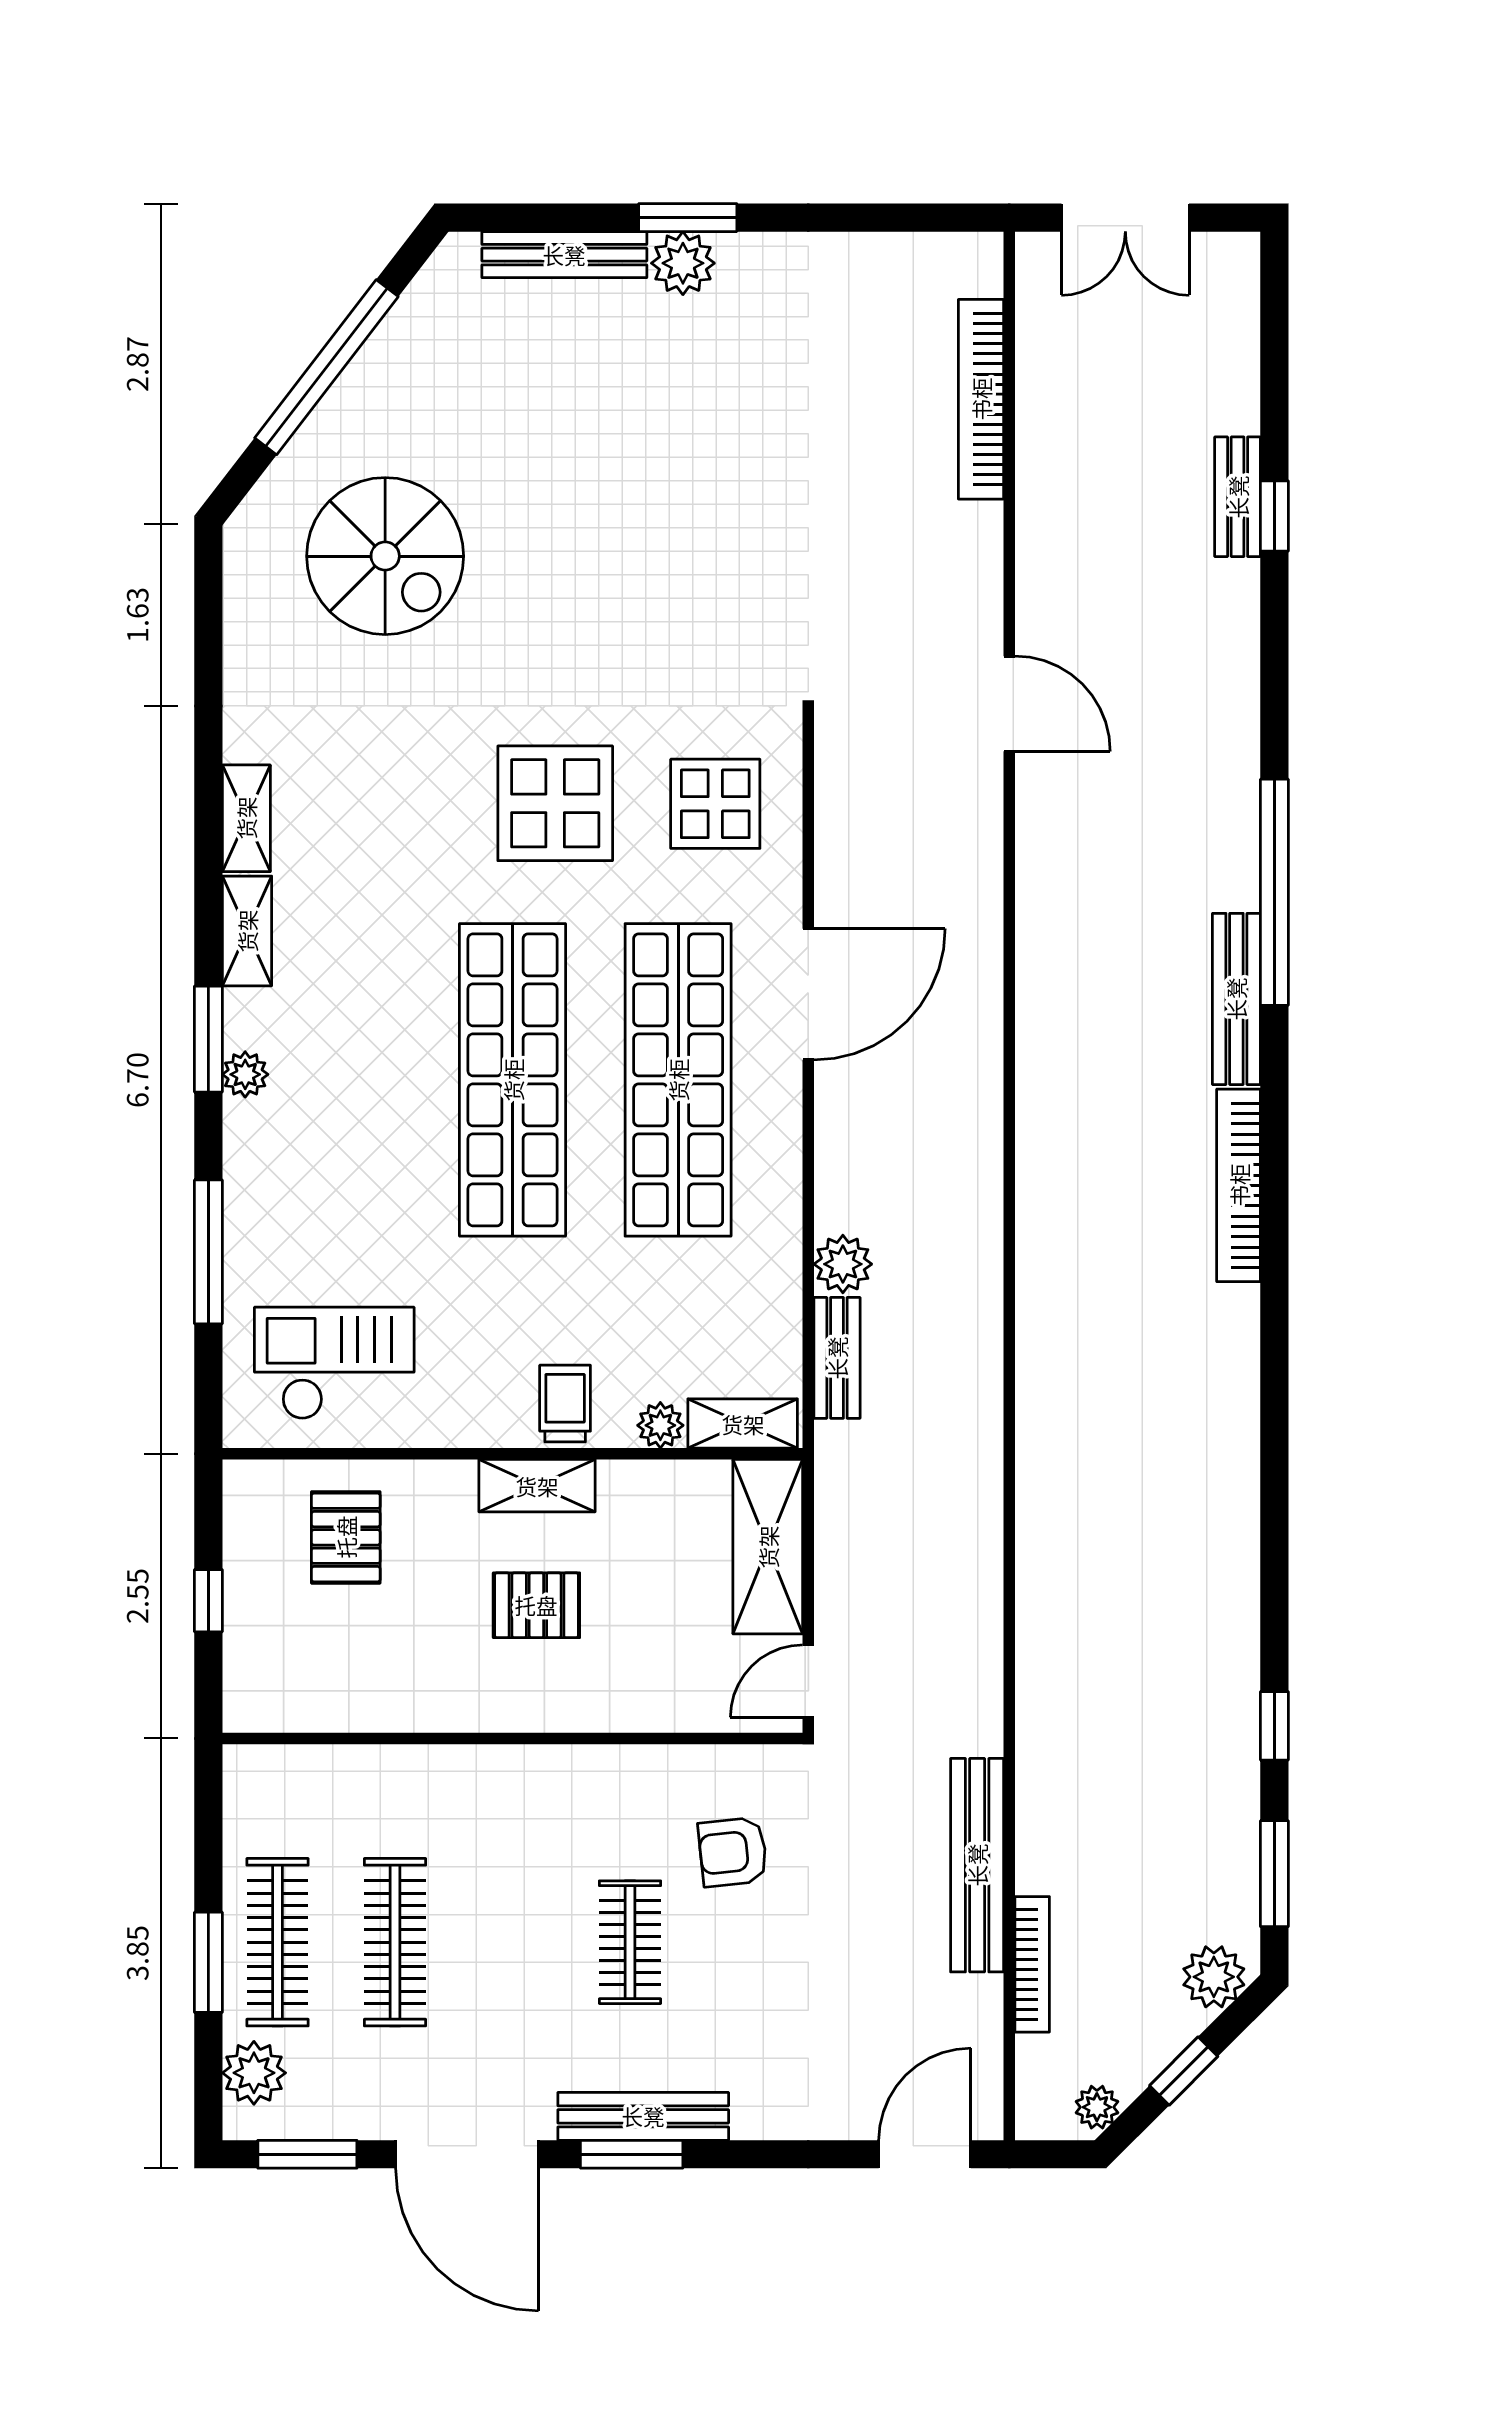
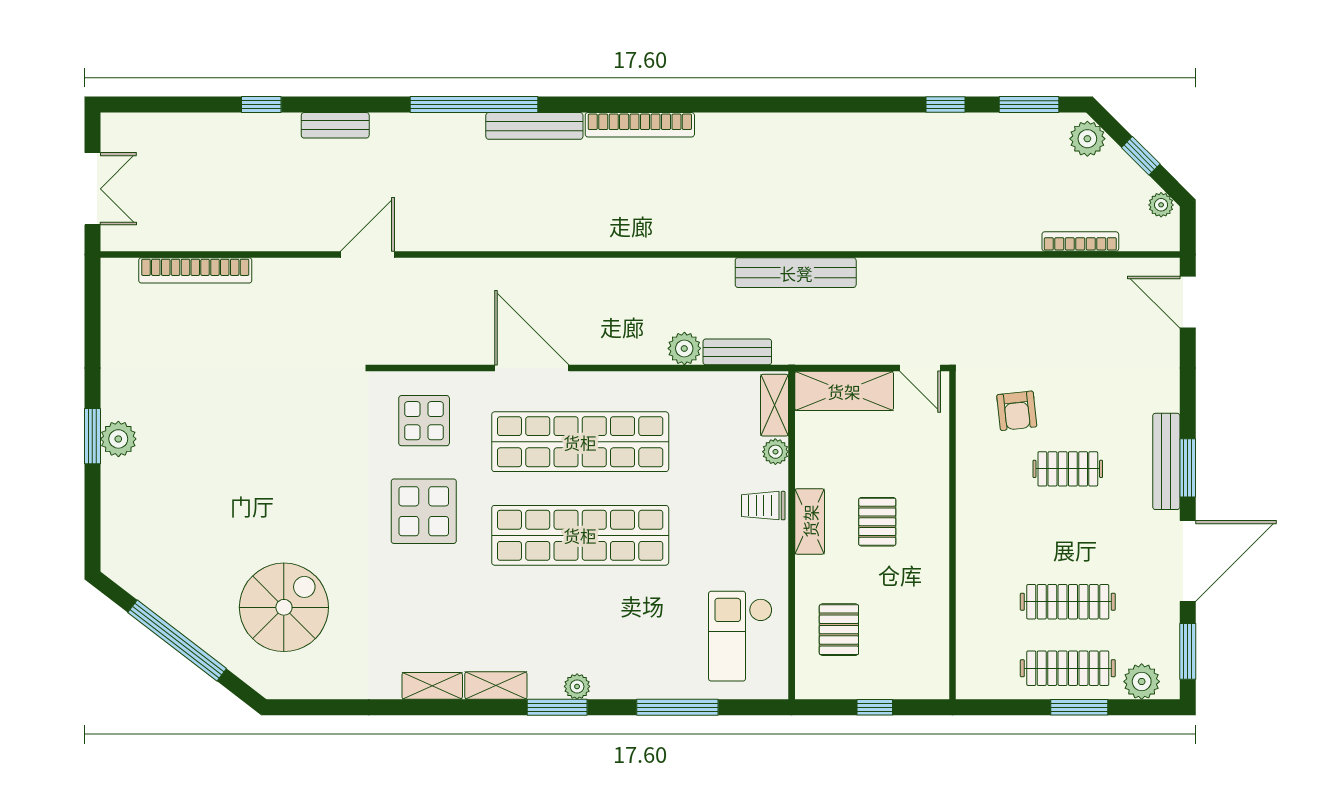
bench: (564, 255) -> (113, 506), removed
bench: (1238, 497) -> (335, 125), moved
pallet: (346, 1537) -> (839, 630), turned 90
bench: (977, 1865) -> (796, 273), moved

